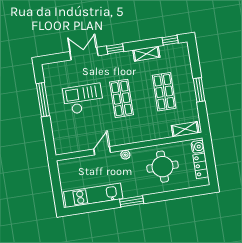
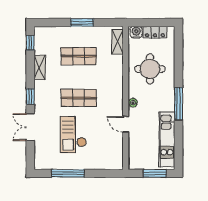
window: (57, 188) -> (155, 173), added
window: (132, 201) -> (179, 104), width x1.44

